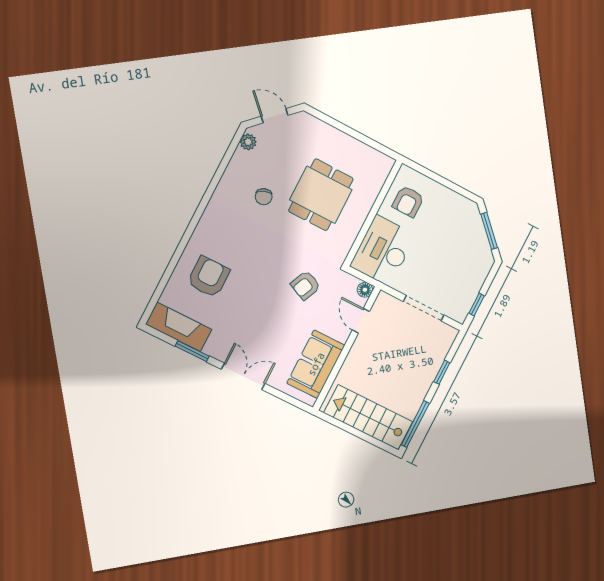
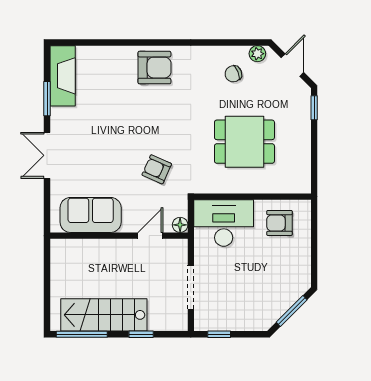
window: (323, 117) -> (314, 108), added
chair: (264, 197) -> (233, 74), moved
armchair: (208, 277) -> (154, 68), moved
double door: (243, 376) -> (47, 155), swing flipped
stairs: (368, 417) -> (104, 315), moved, turned -90

